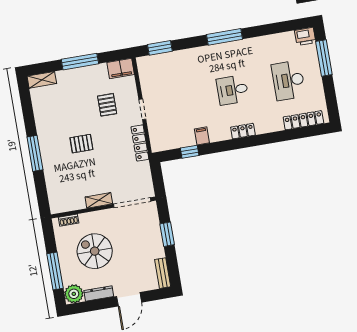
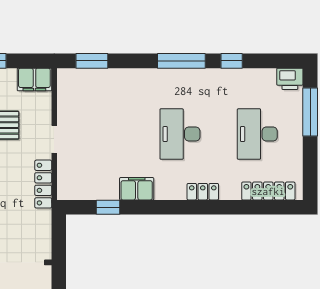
window: (261, 31) -> (232, 61), added
desk: (233, 90) -> (180, 134), width x1.37
locker: (243, 131) -> (203, 192), moved
filing cabinet: (202, 136) -> (137, 189), width x2.00

